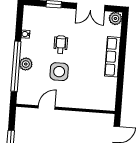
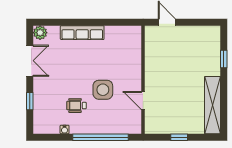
wheelchair: (61, 45) -> (77, 106), moved
plant: (26, 64) -> (97, 127), removed

